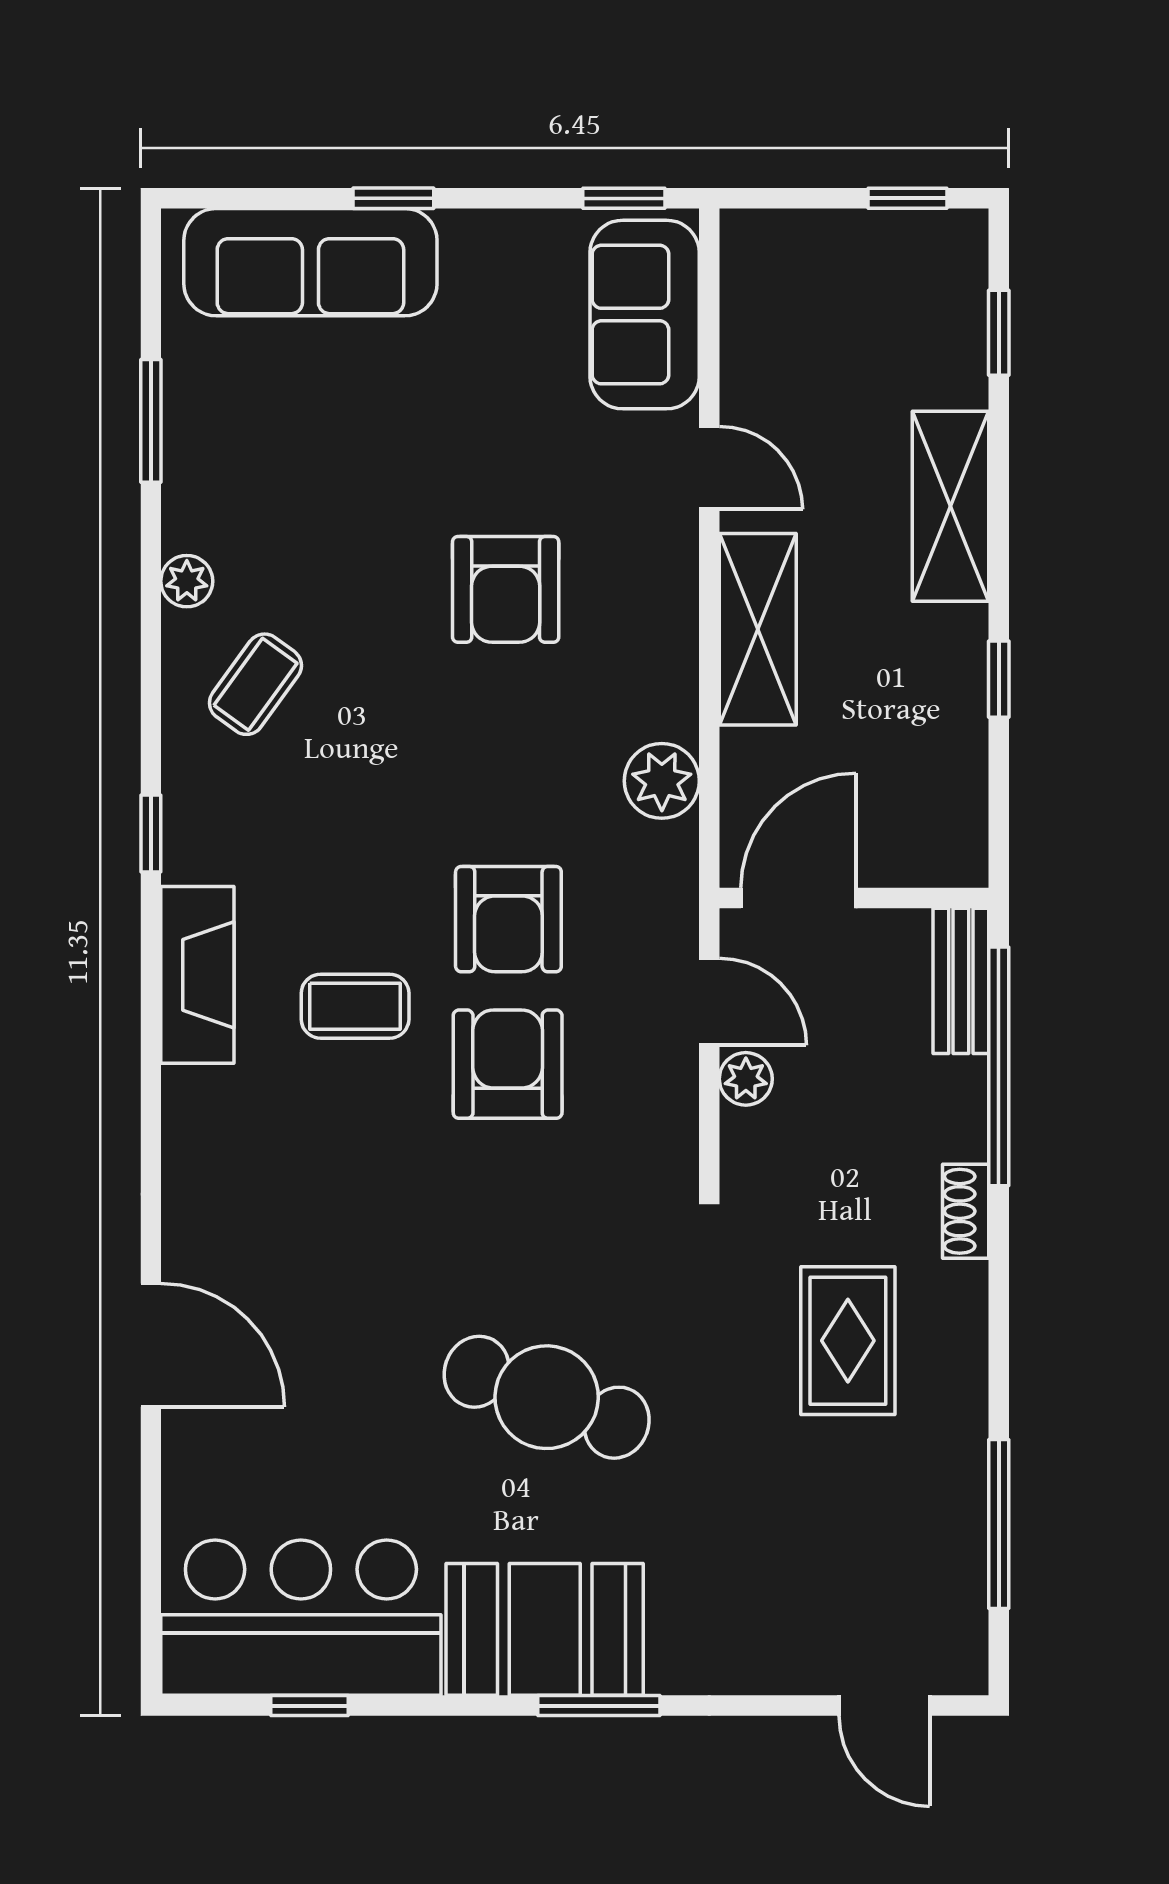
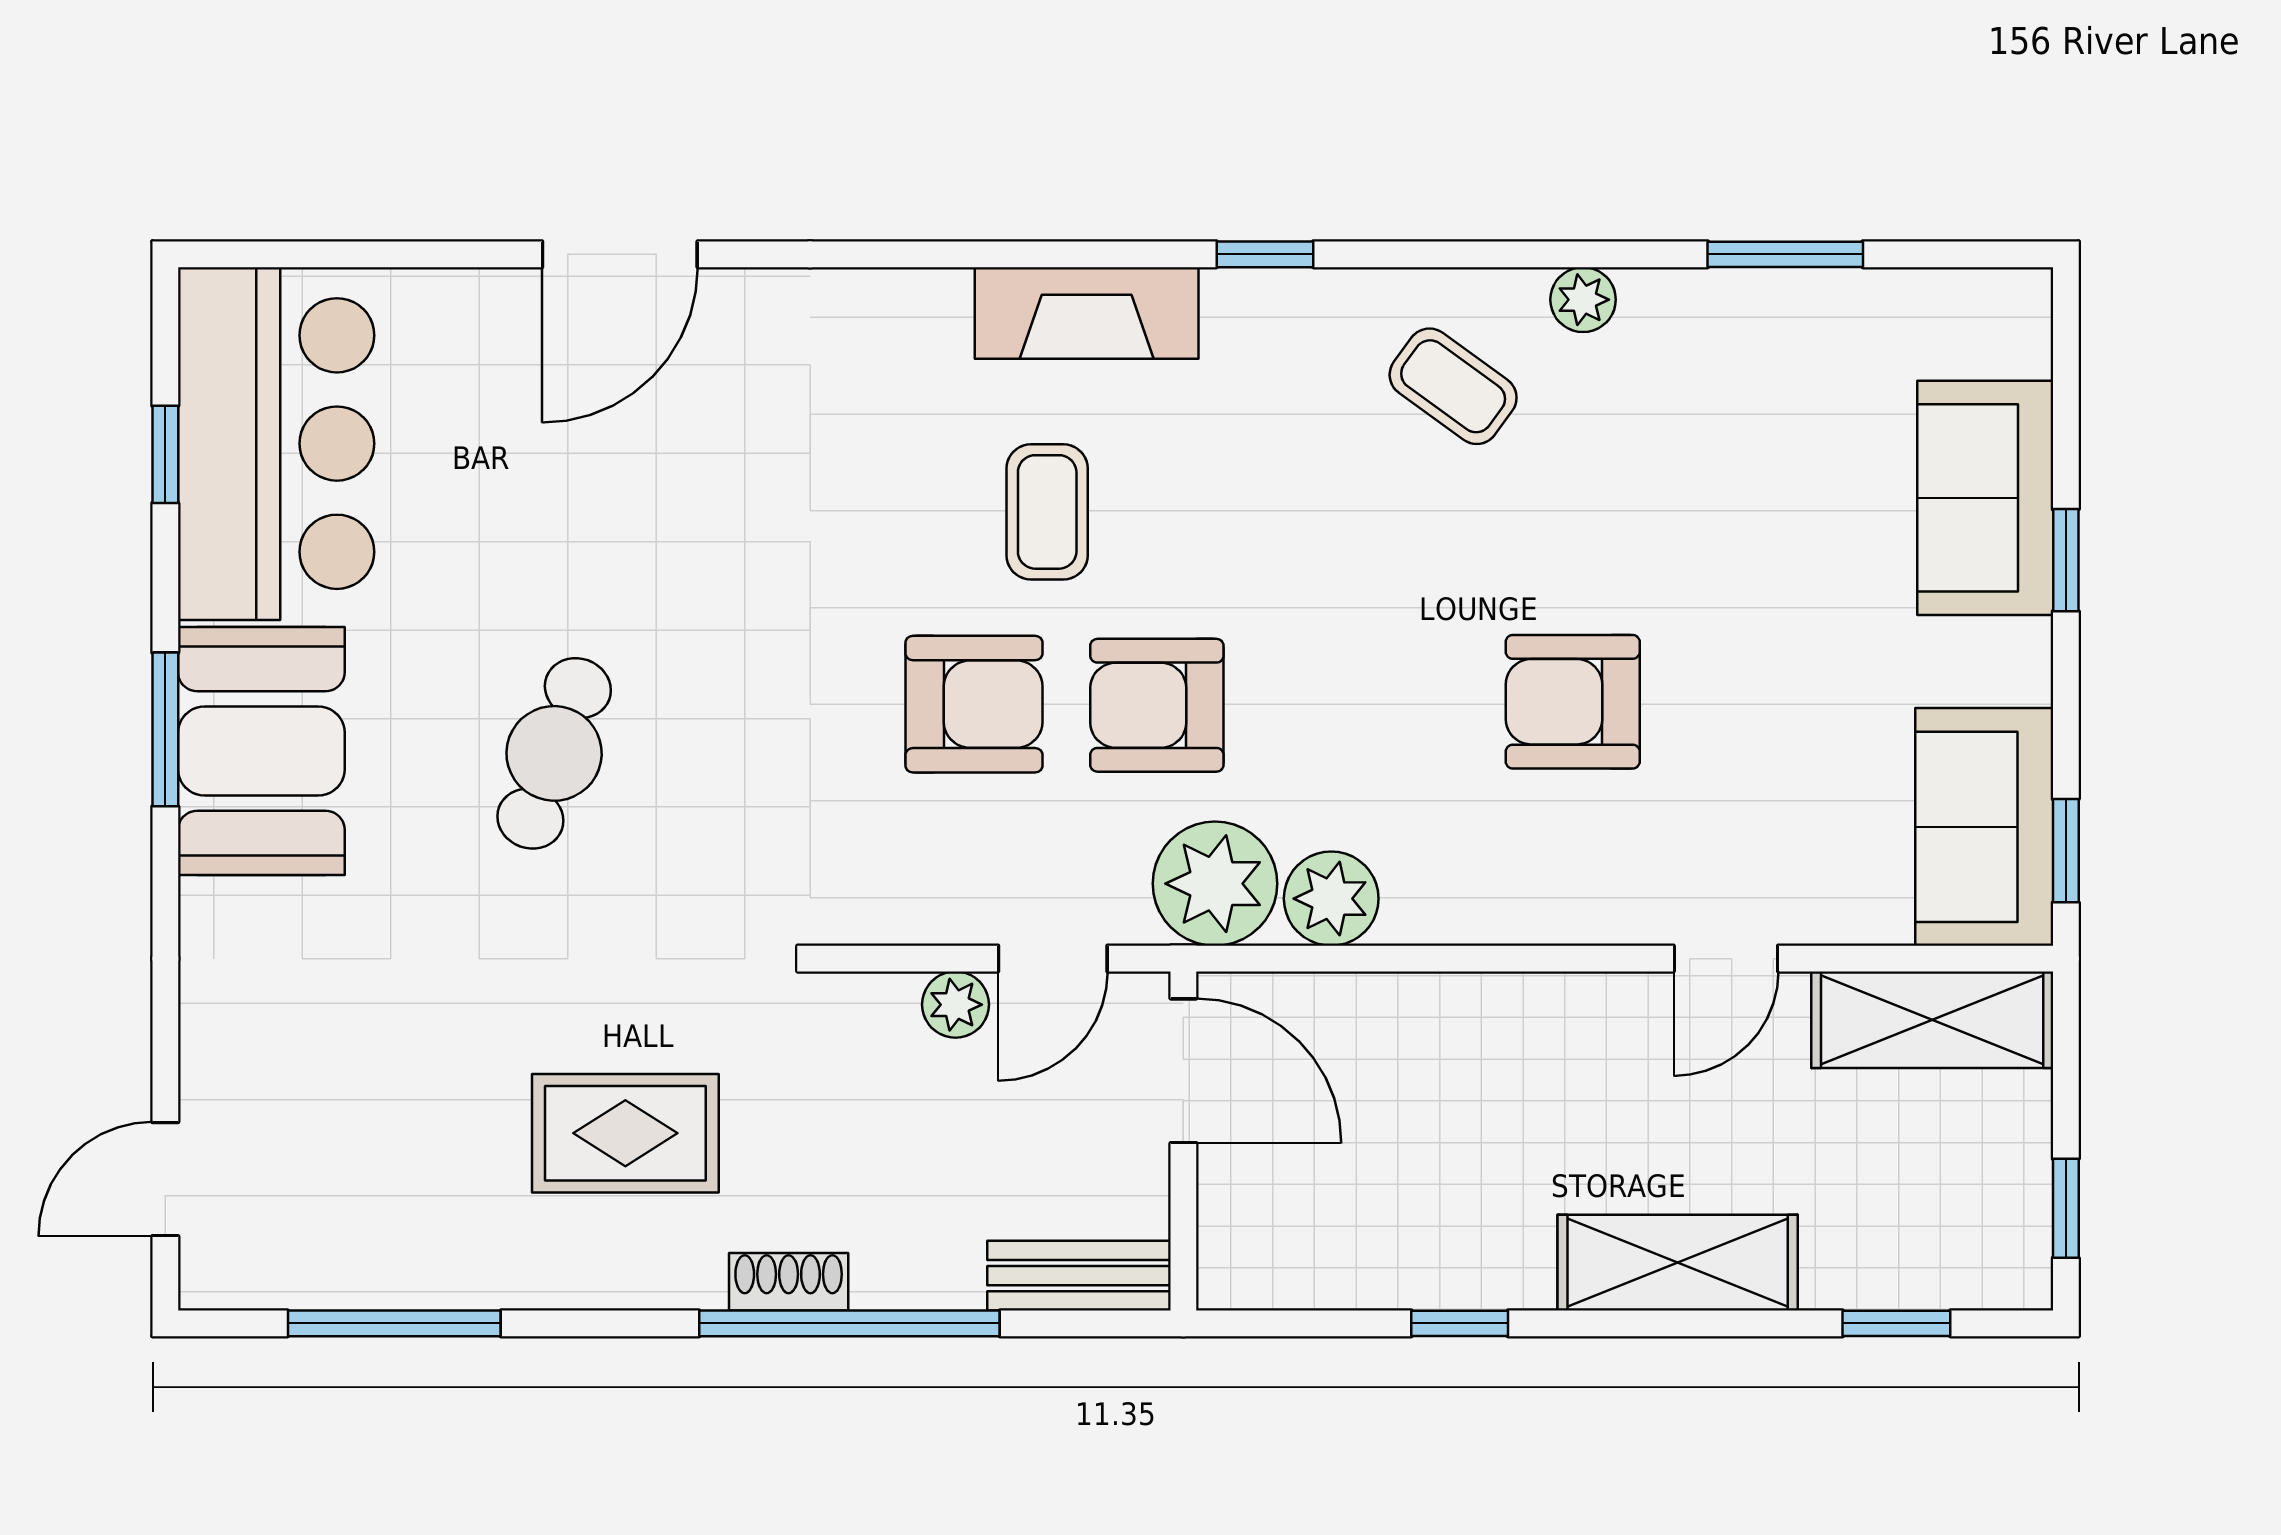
sofa: (310, 262) -> (1985, 498), width x0.73
sofa: (645, 315) -> (1984, 827), moved, turned -90
shelving: (758, 629) -> (1932, 1020), moved
plant: (650, 873) -> (1215, 884), added
window: (999, 1066) -> (849, 1323), moved
cafe table: (547, 1397) -> (554, 753), width x0.73, depth x0.74
window: (599, 1706) -> (165, 729), moved

